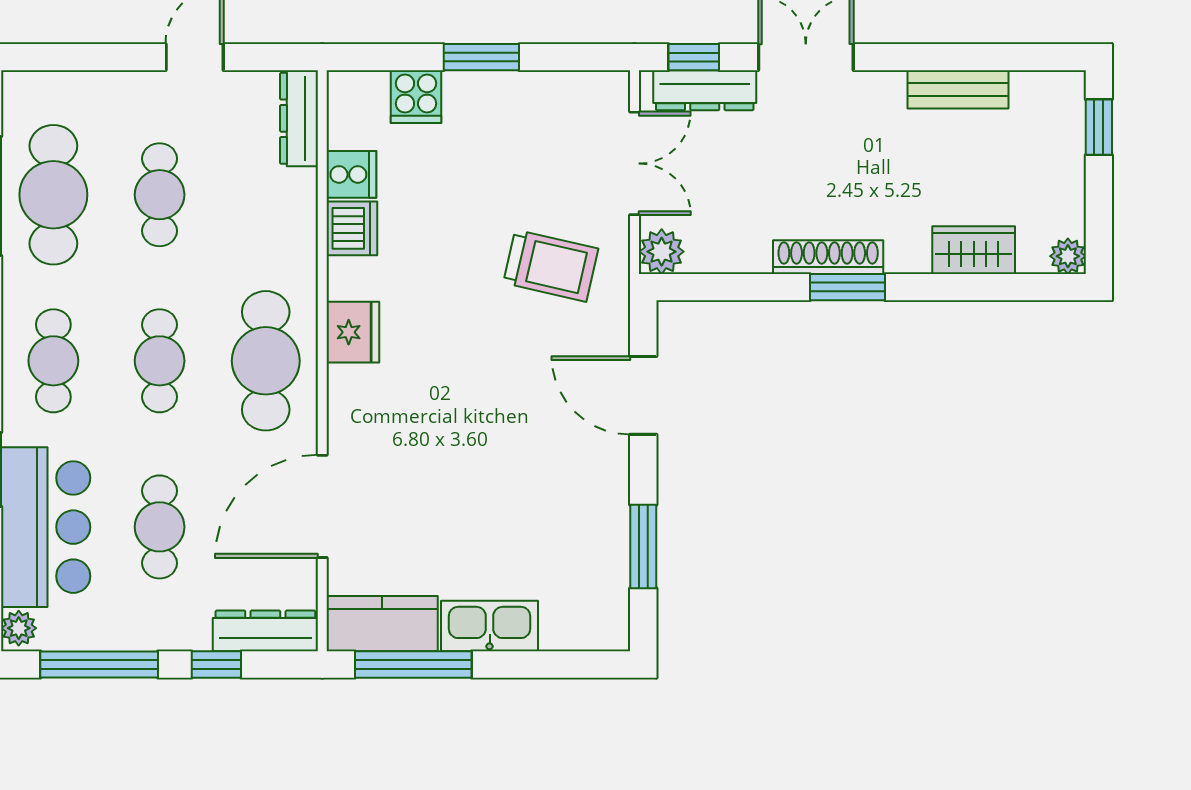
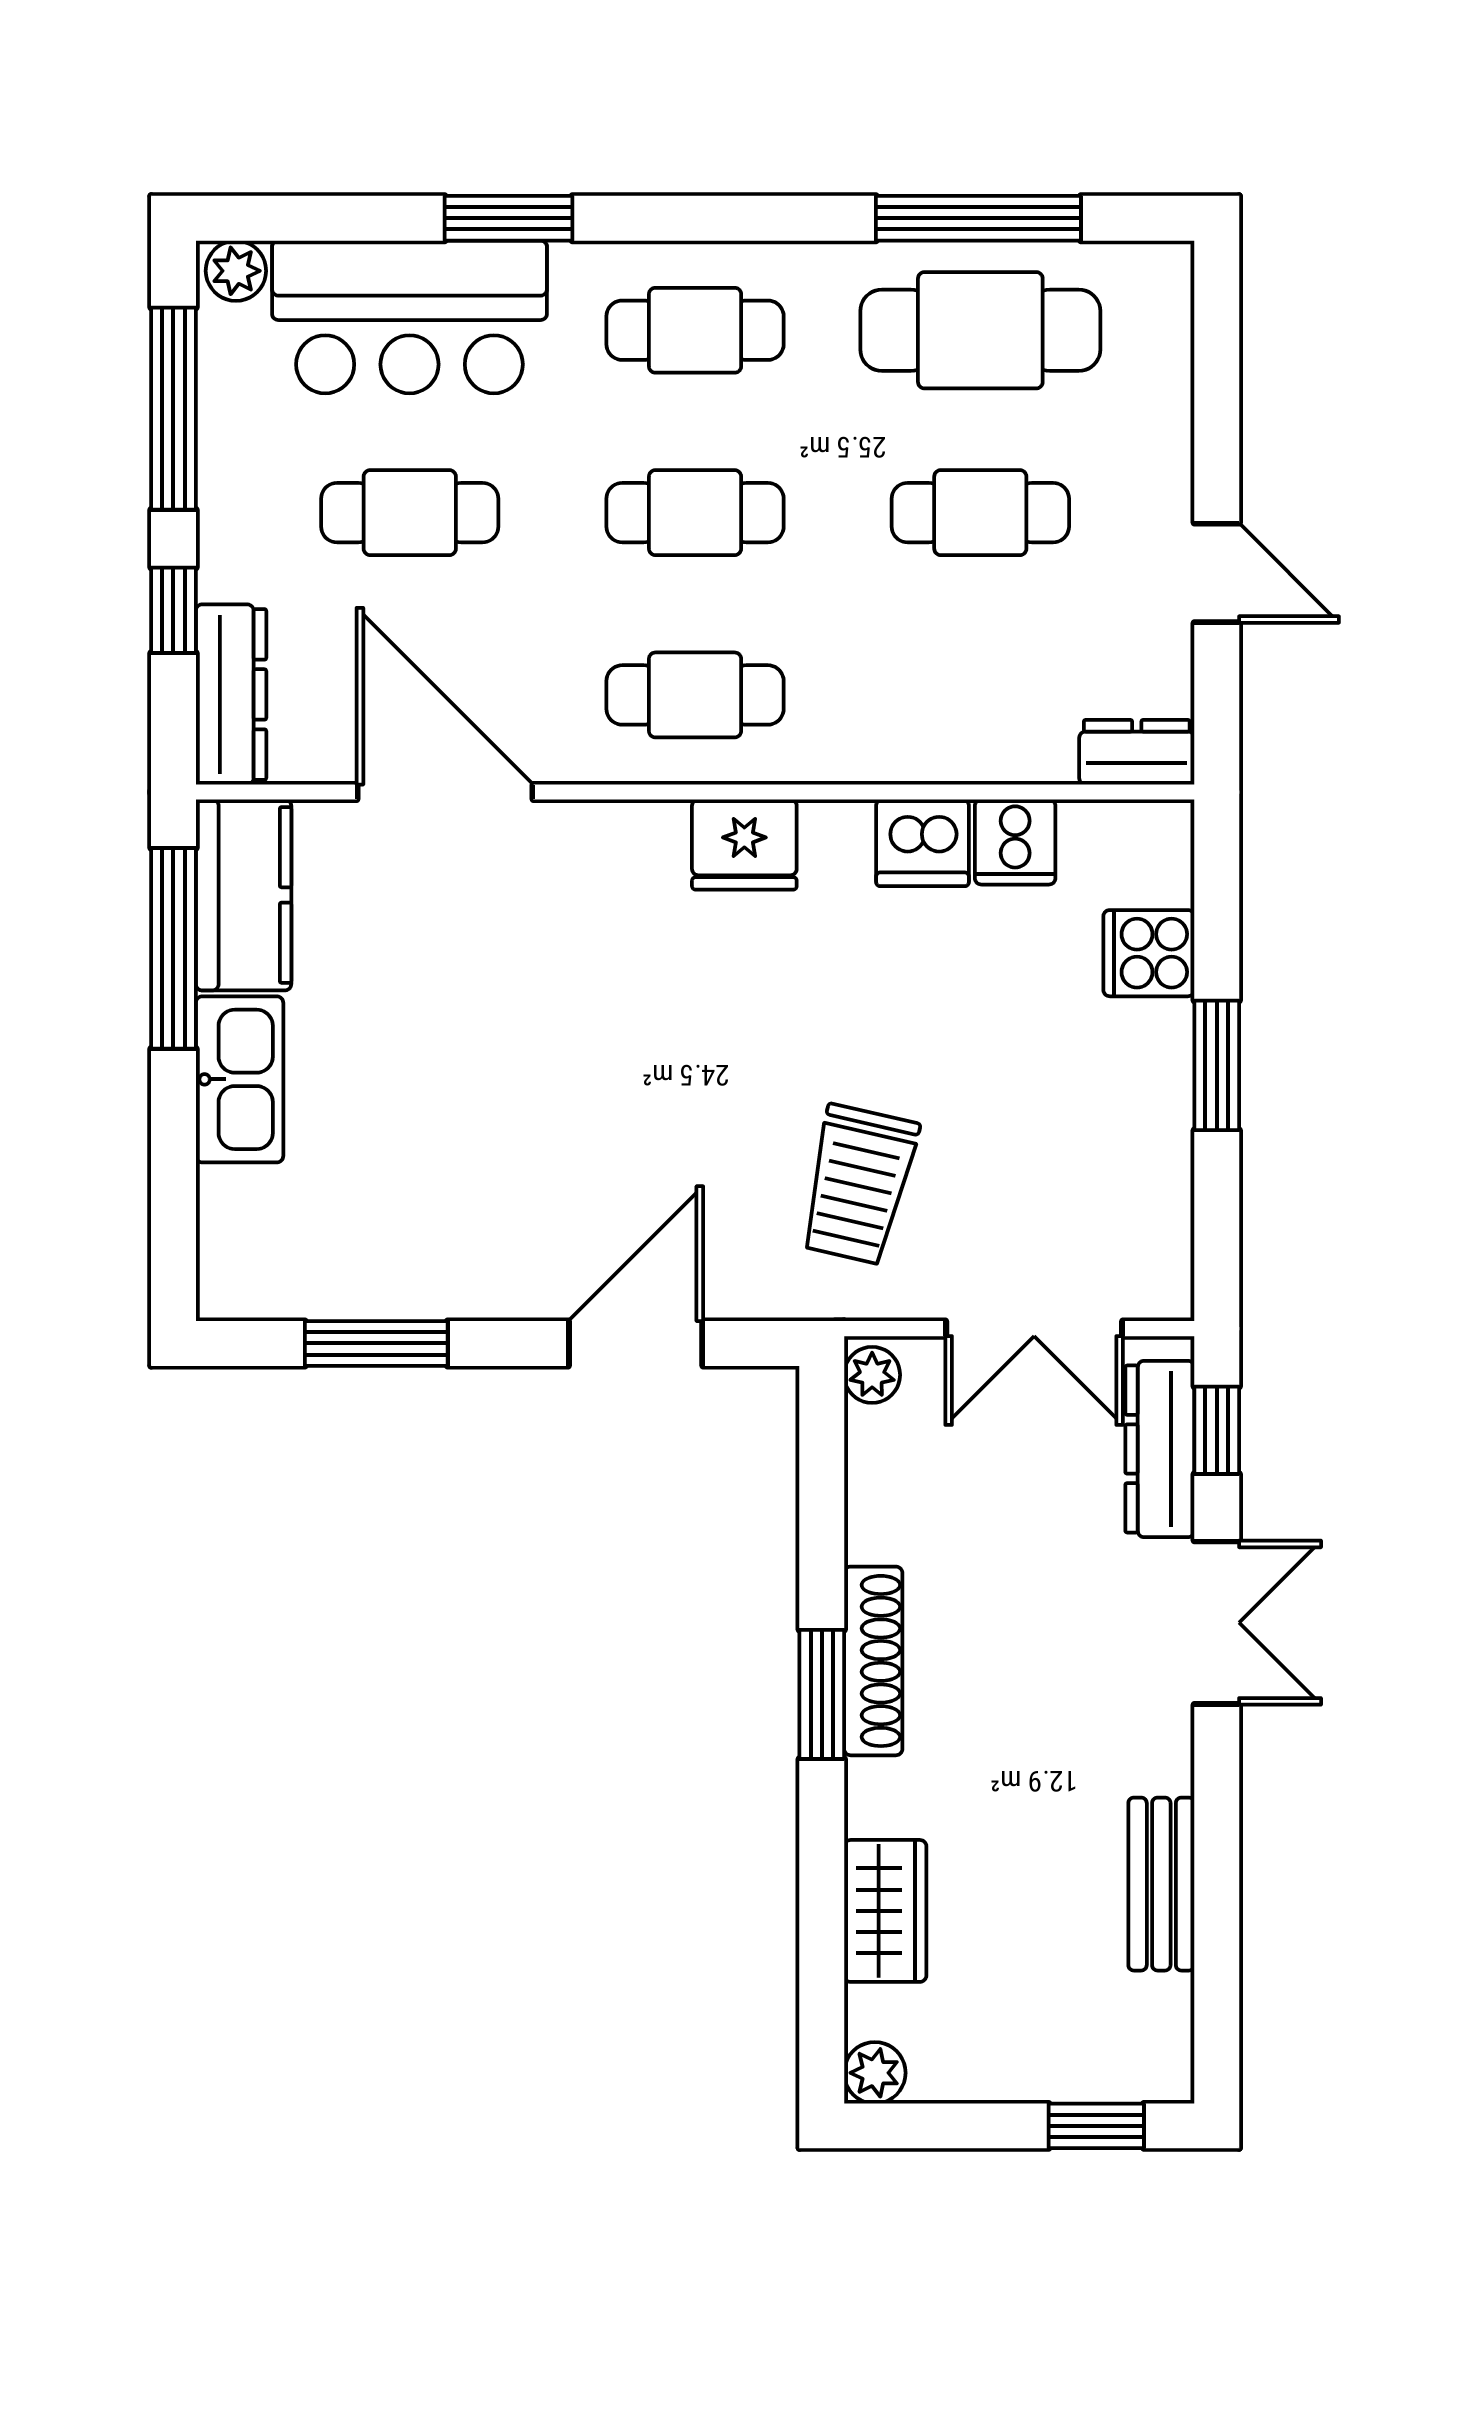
dresser: (299, 118) -> (1137, 752), width x0.70
plant: (662, 252) -> (872, 1375), width x0.73, depth x0.73
cafe table: (266, 361) -> (695, 695), width x0.73, depth x0.74

